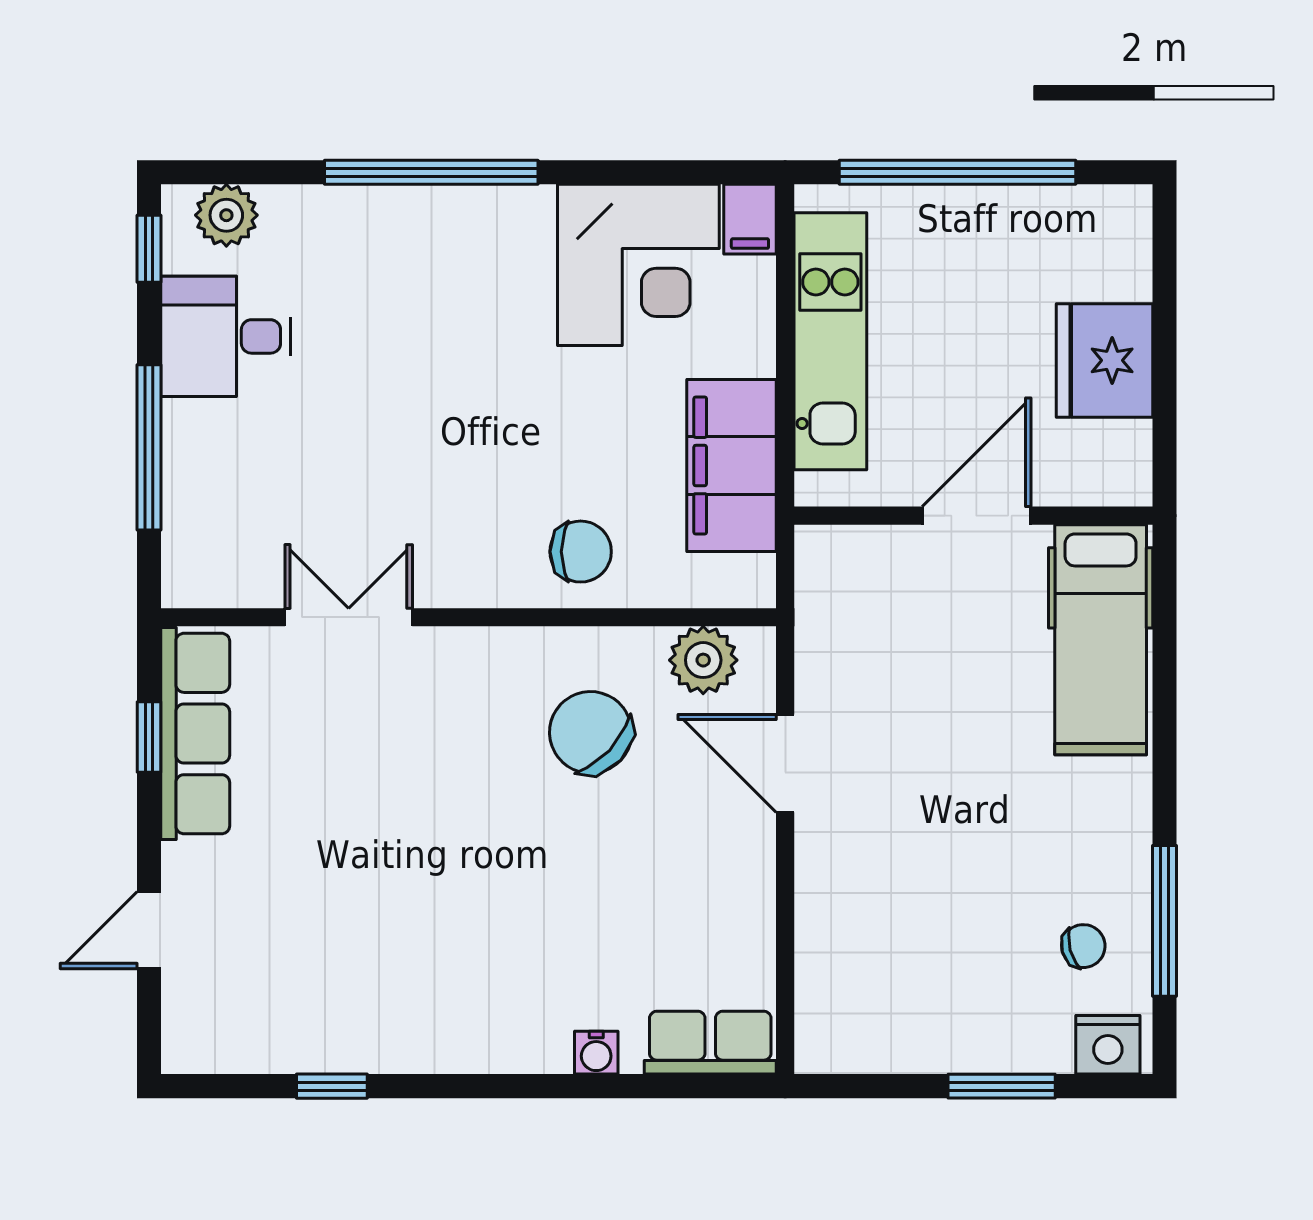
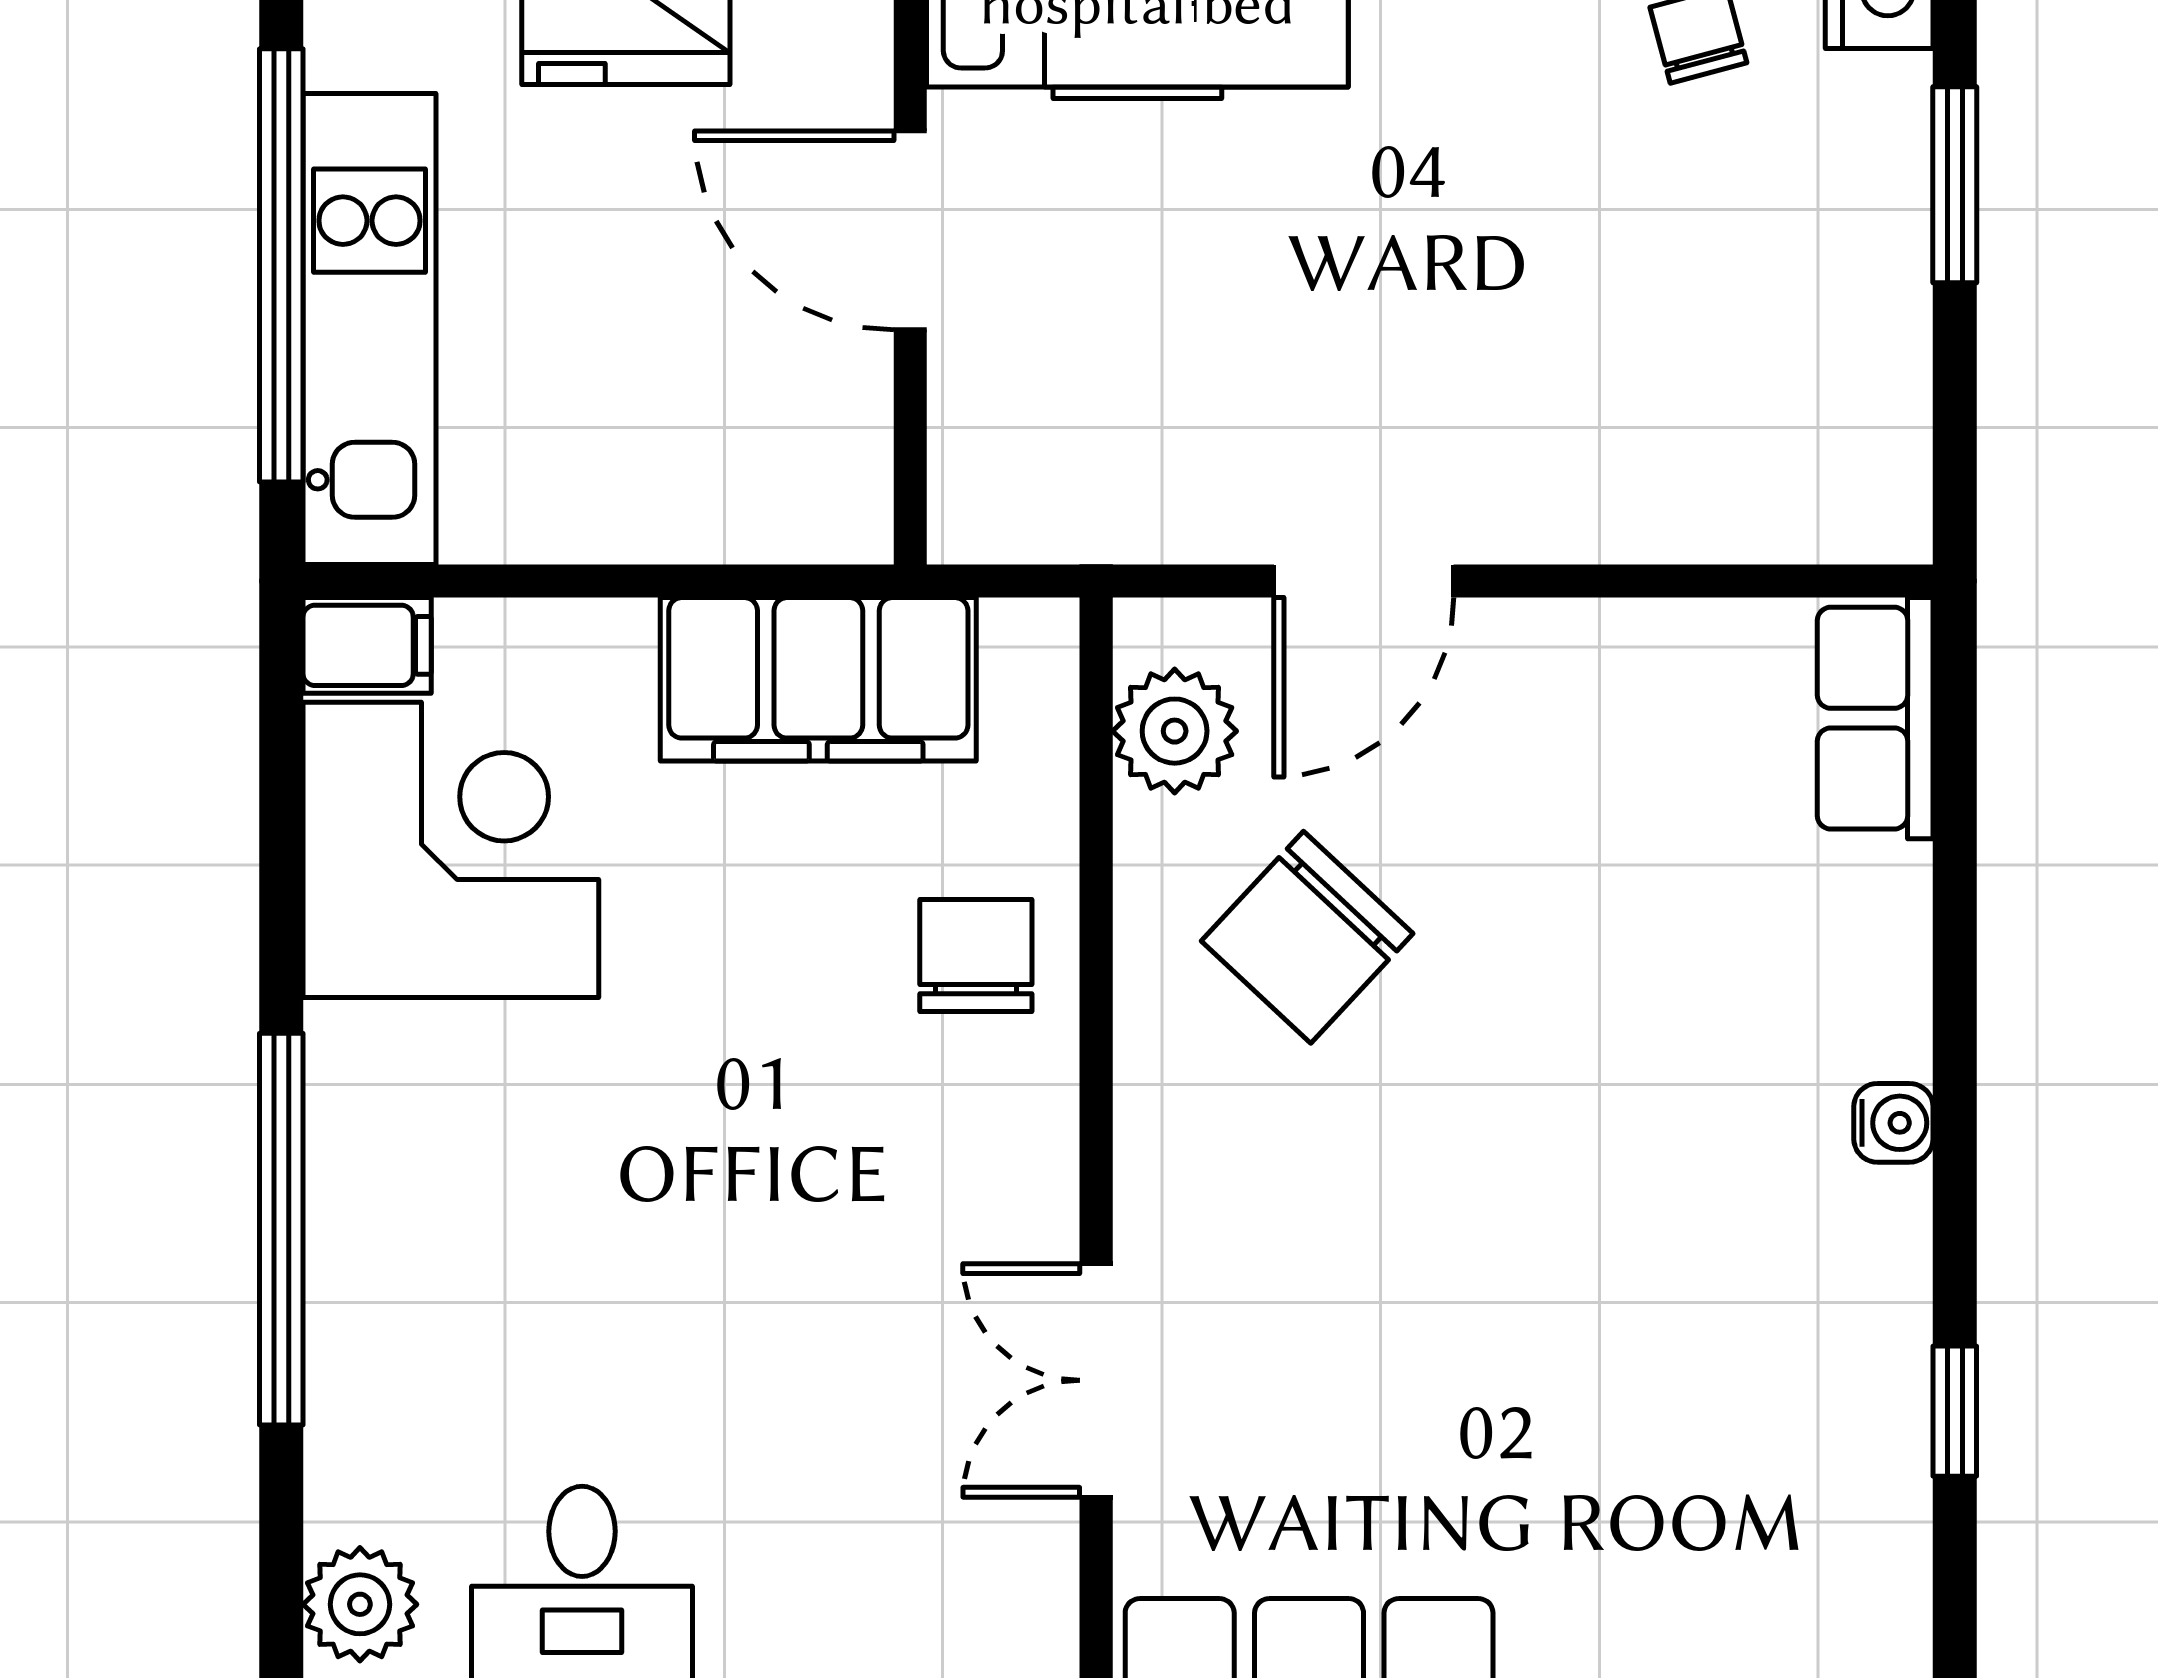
kitchen unit: (830, 341) -> (369, 329), moved, turned 90
water cooler: (596, 1053) -> (1893, 1123), moved

